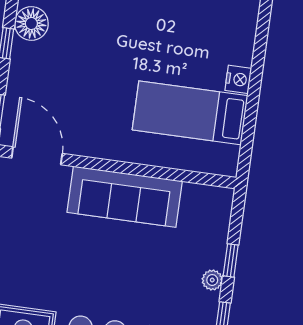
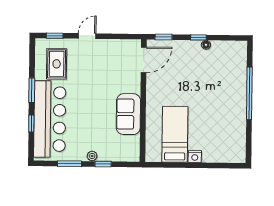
floor lamp: (31, 23) -> (206, 45), width x0.53, depth x0.53
sofa: (125, 197) -> (128, 114), width x0.73

